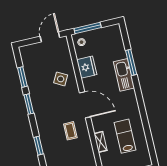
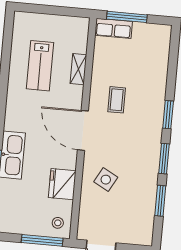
window: (39, 146) -> (168, 115), moved

